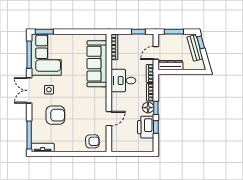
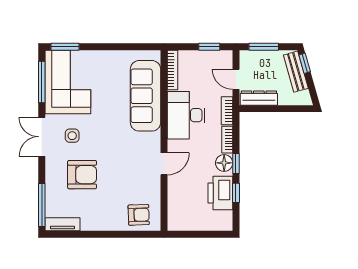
door: (156, 53) -> (236, 79), hinge flipped
desk: (123, 81) -> (186, 115), width x1.37
door: (109, 119) -> (164, 164), moved

